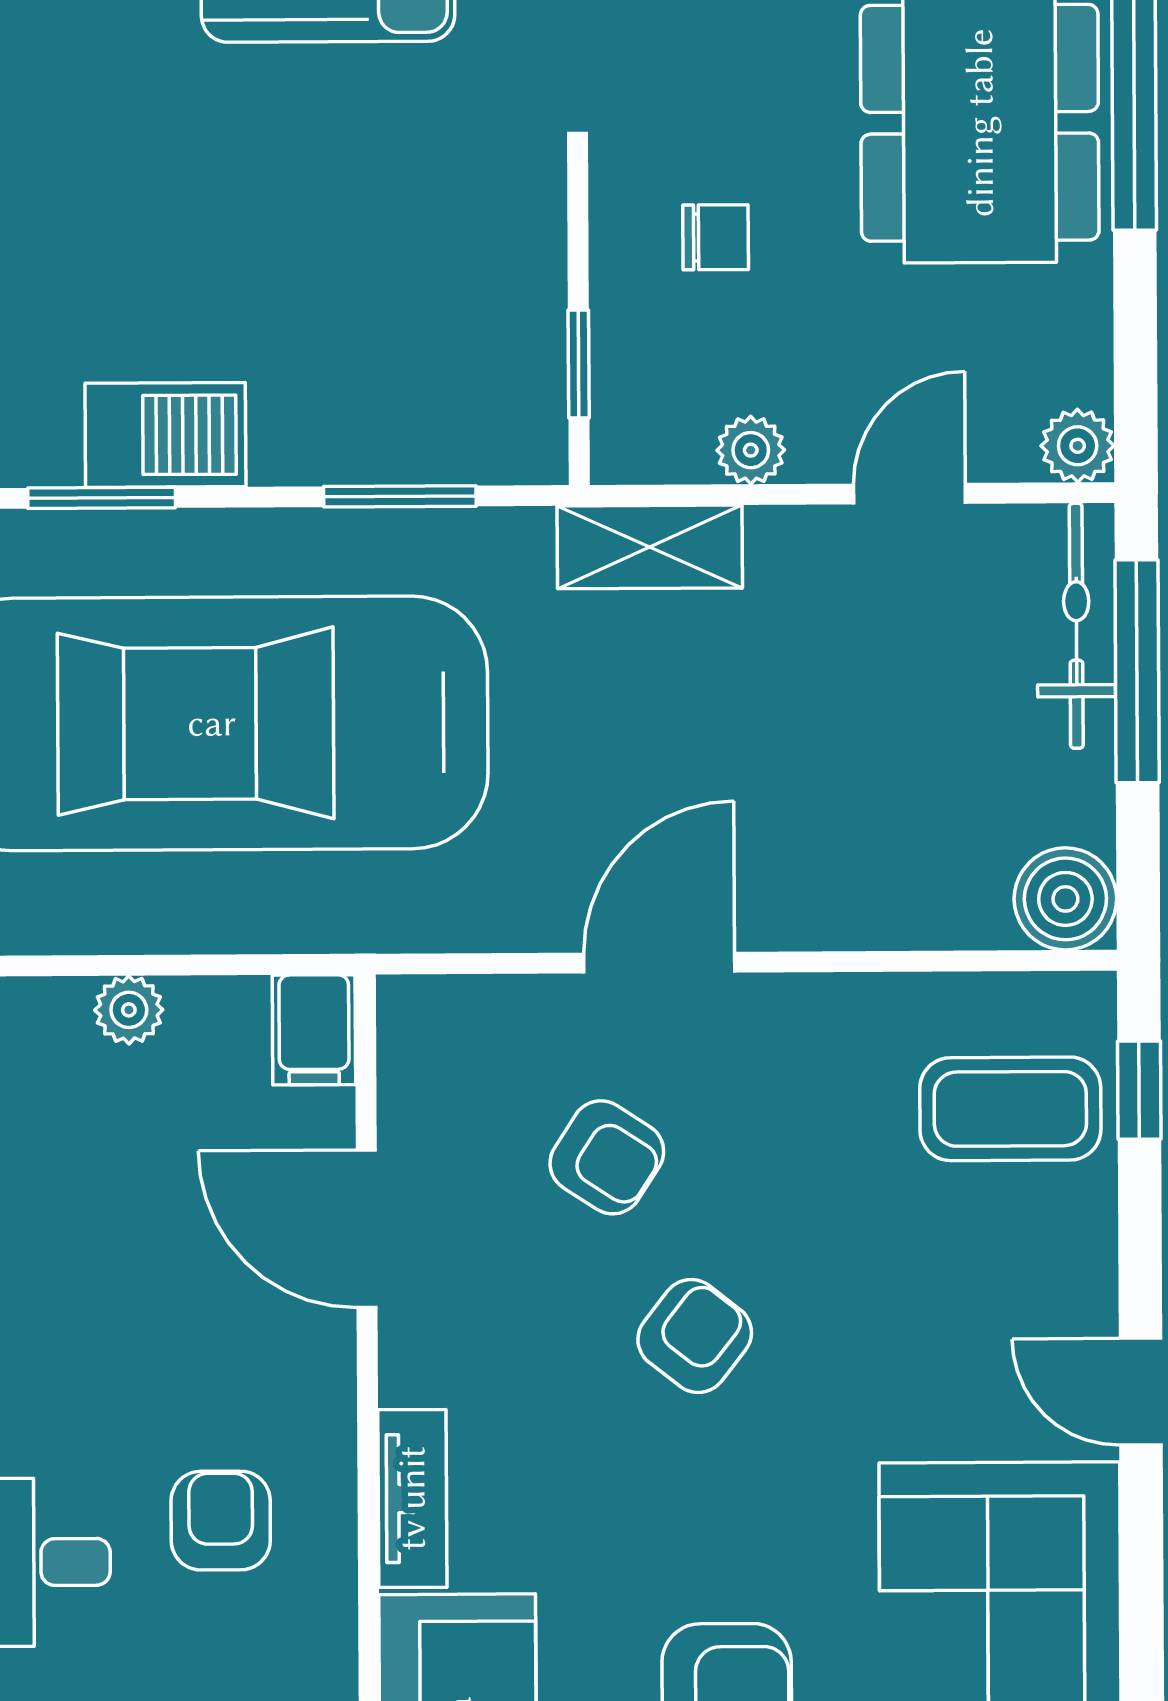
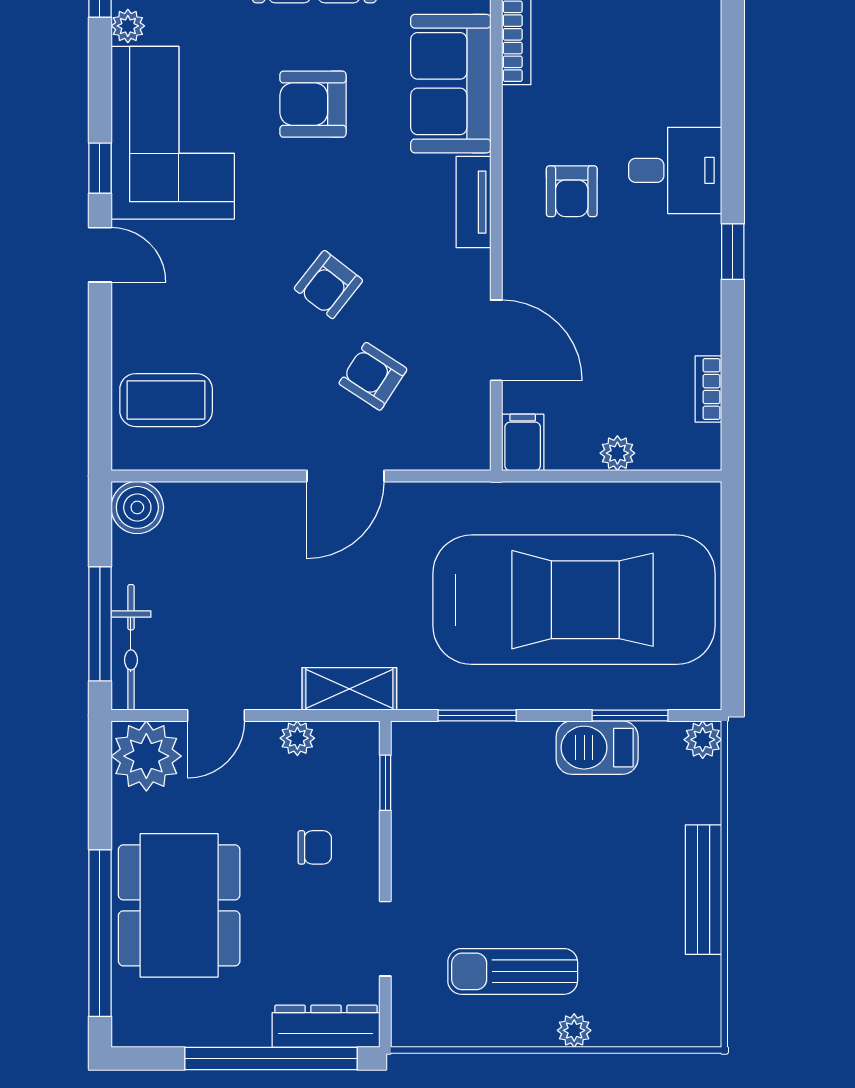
chair: (716, 237) -> (315, 847), turned 180
plant: (1078, 446) -> (146, 756), width x1.87, depth x1.87
window: (1139, 1090) -> (100, 168), moved

